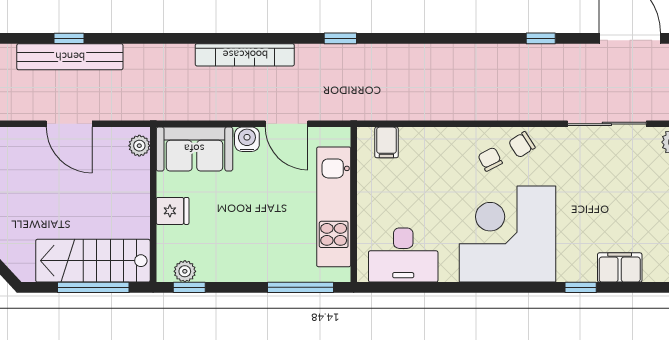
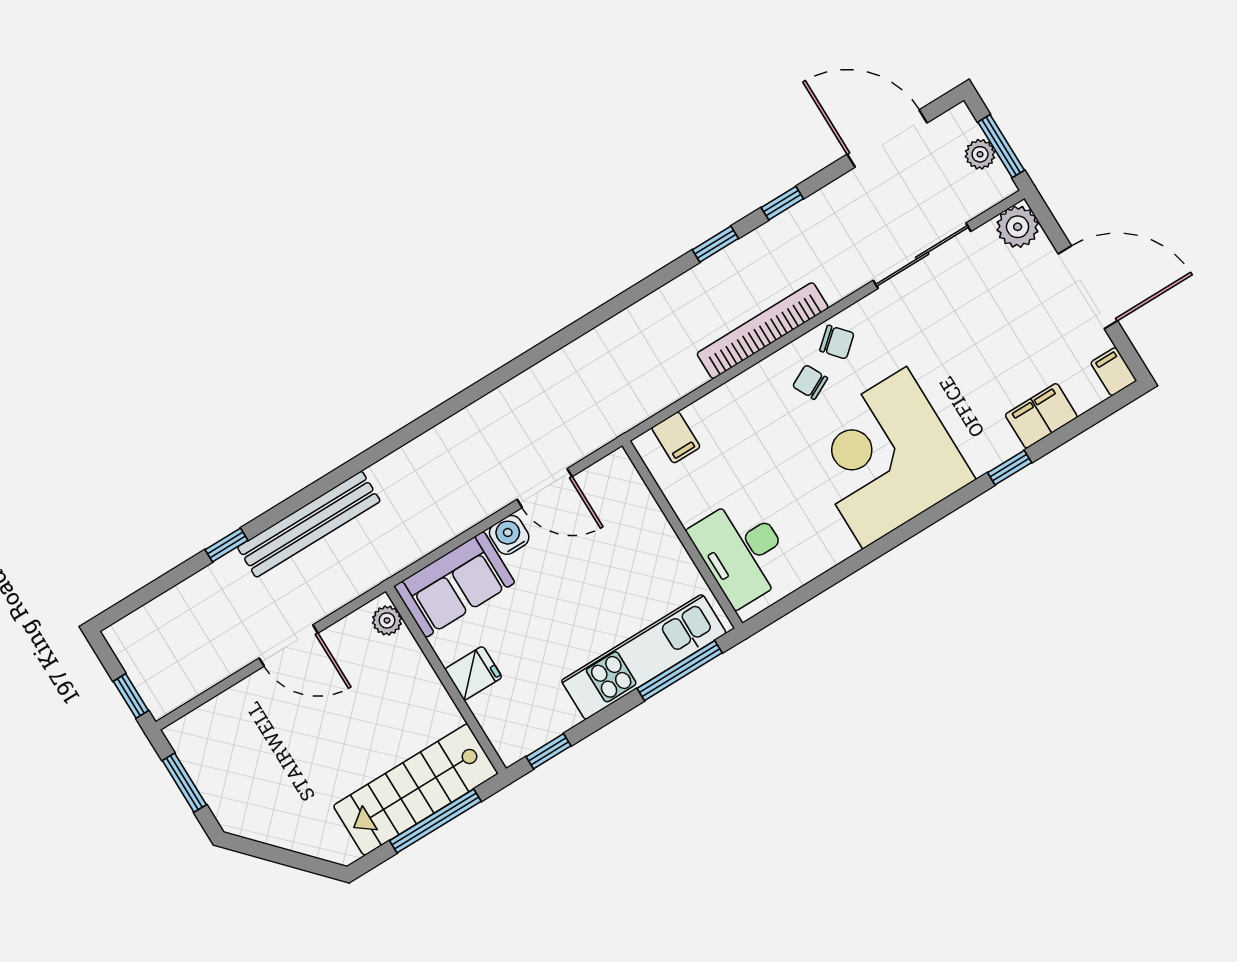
window: (340, 38) -> (715, 244), moved
bookcase: (245, 55) -> (763, 331), moved, turned 180
bench: (70, 57) -> (309, 524), moved
chair: (522, 145) -> (837, 342), turned -98
kitchen unit: (334, 207) -> (644, 657), moved, turned 90
desk: (403, 255) -> (742, 551), moved, turned 90
plant: (185, 271) -> (532, 735), removed

